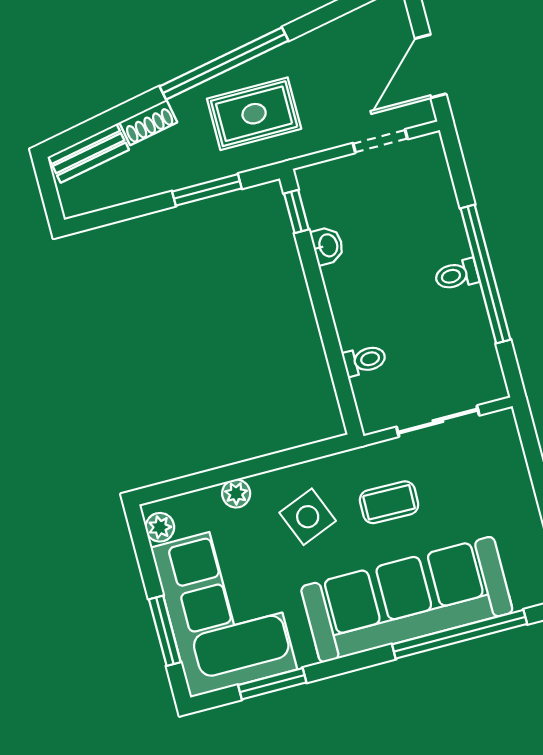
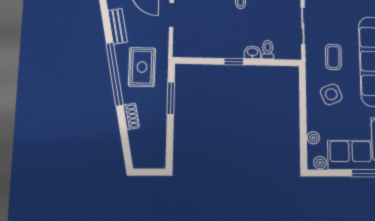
bench: (89, 153) -> (118, 26), moved
window: (296, 211) -> (234, 62), moved
washbasin: (328, 246) -> (252, 52), moved
plant: (236, 494) -> (313, 138), moved

